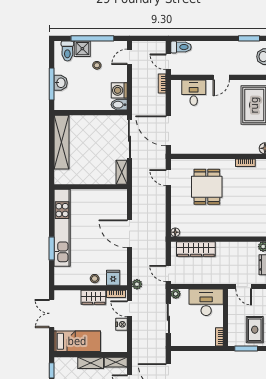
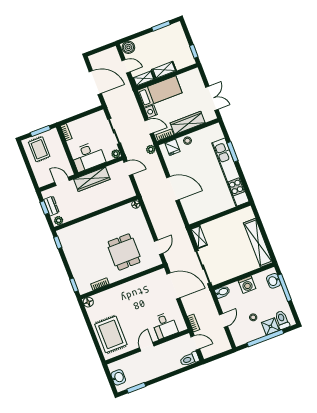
door: (129, 57) -> (223, 320), moved
washbasin: (61, 83) -> (274, 281), moved
washing machine: (119, 90) -> (247, 285), moved, turned 90
door: (168, 178) -> (159, 247), hinge flipped
wardrobe: (196, 249) -> (92, 179), moved, turned 180
wardrobe: (93, 297) -> (188, 123), width x1.50
bed: (77, 341) -> (160, 91), moved, turned 180

